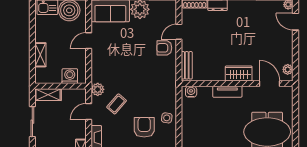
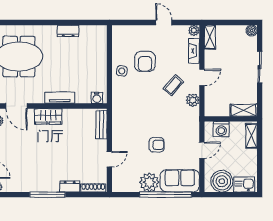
armchair: (164, 48) -> (157, 145), moved
washing machine: (70, 76) -> (221, 129), moved
wall: (61, 86) -> (231, 119), moved
shelving: (48, 95) -> (244, 110), moved

